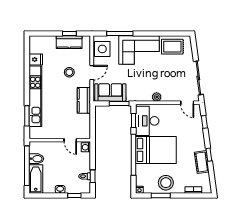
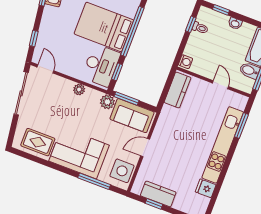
stool: (69, 72) -> (172, 158), removed
plant: (132, 96) -> (107, 102), added
kitchen counter: (84, 100) -> (178, 90), moved
door: (70, 140) -> (221, 85), moved

